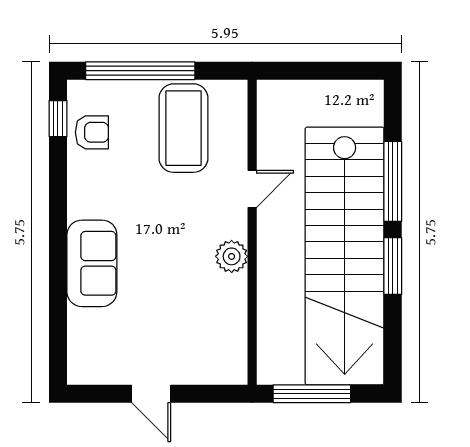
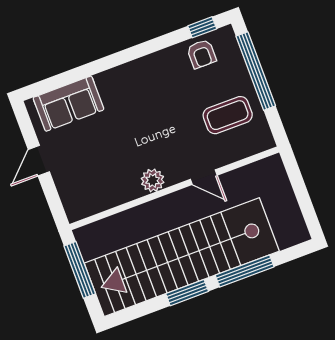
coffee table: (183, 128) -> (228, 115), width x0.73, depth x0.76
sofa: (92, 263) -> (68, 104), moved

